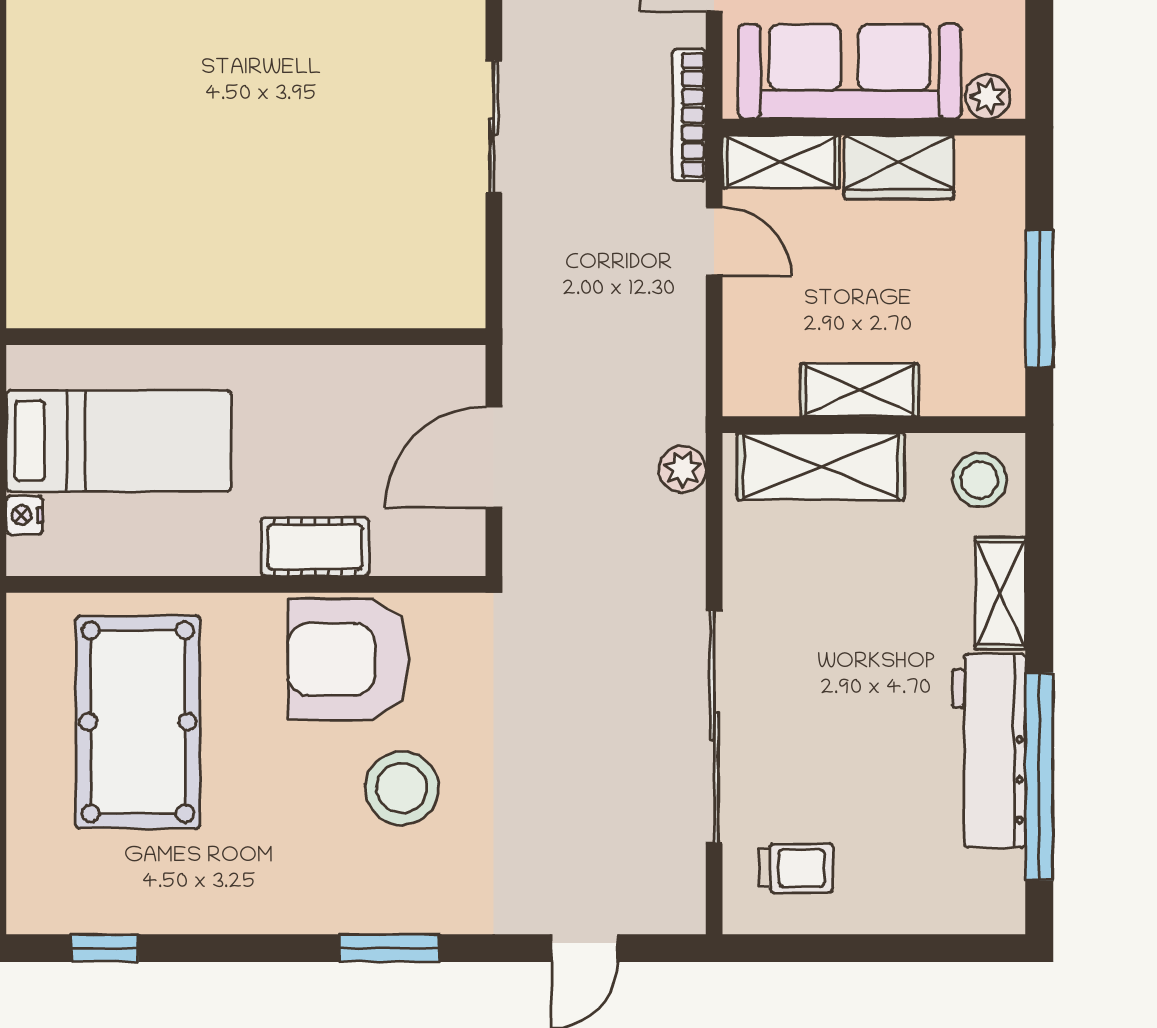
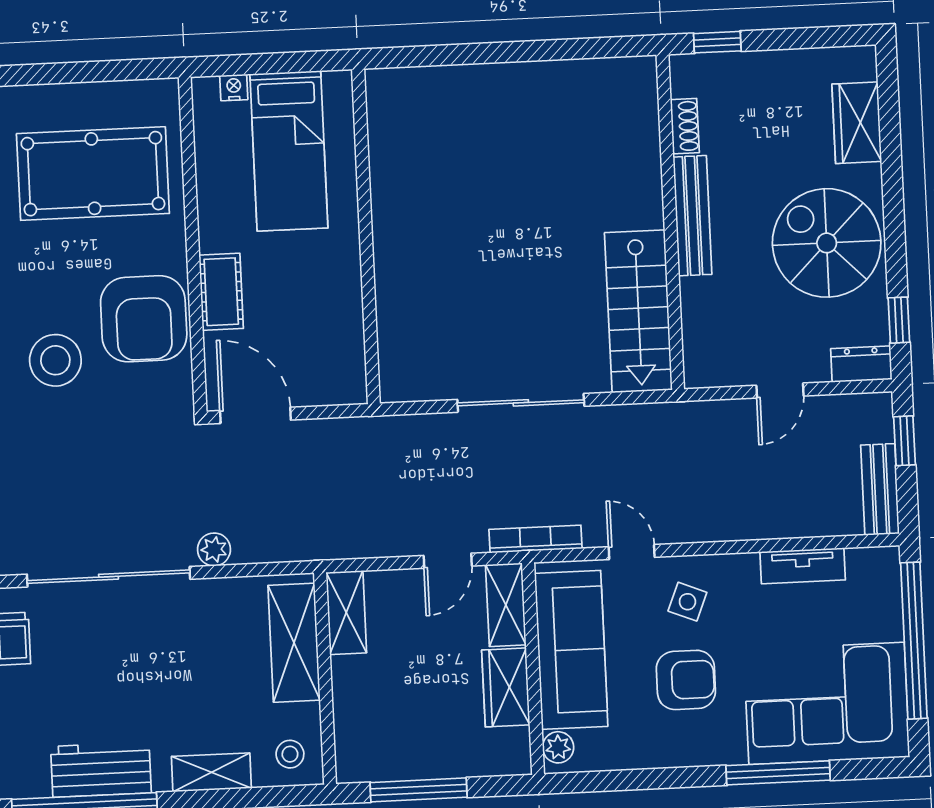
sliding door: (494, 127) -> (521, 403), width x1.37
shelving: (860, 390) -> (346, 613), moved
door: (494, 457) -> (255, 415), moved
plant: (682, 469) -> (214, 549), moved
stool: (980, 480) -> (290, 754), width x0.73, depth x0.73
armchair: (348, 659) -> (144, 319), turned 180
workbench: (989, 751) -> (101, 770), width x0.73

